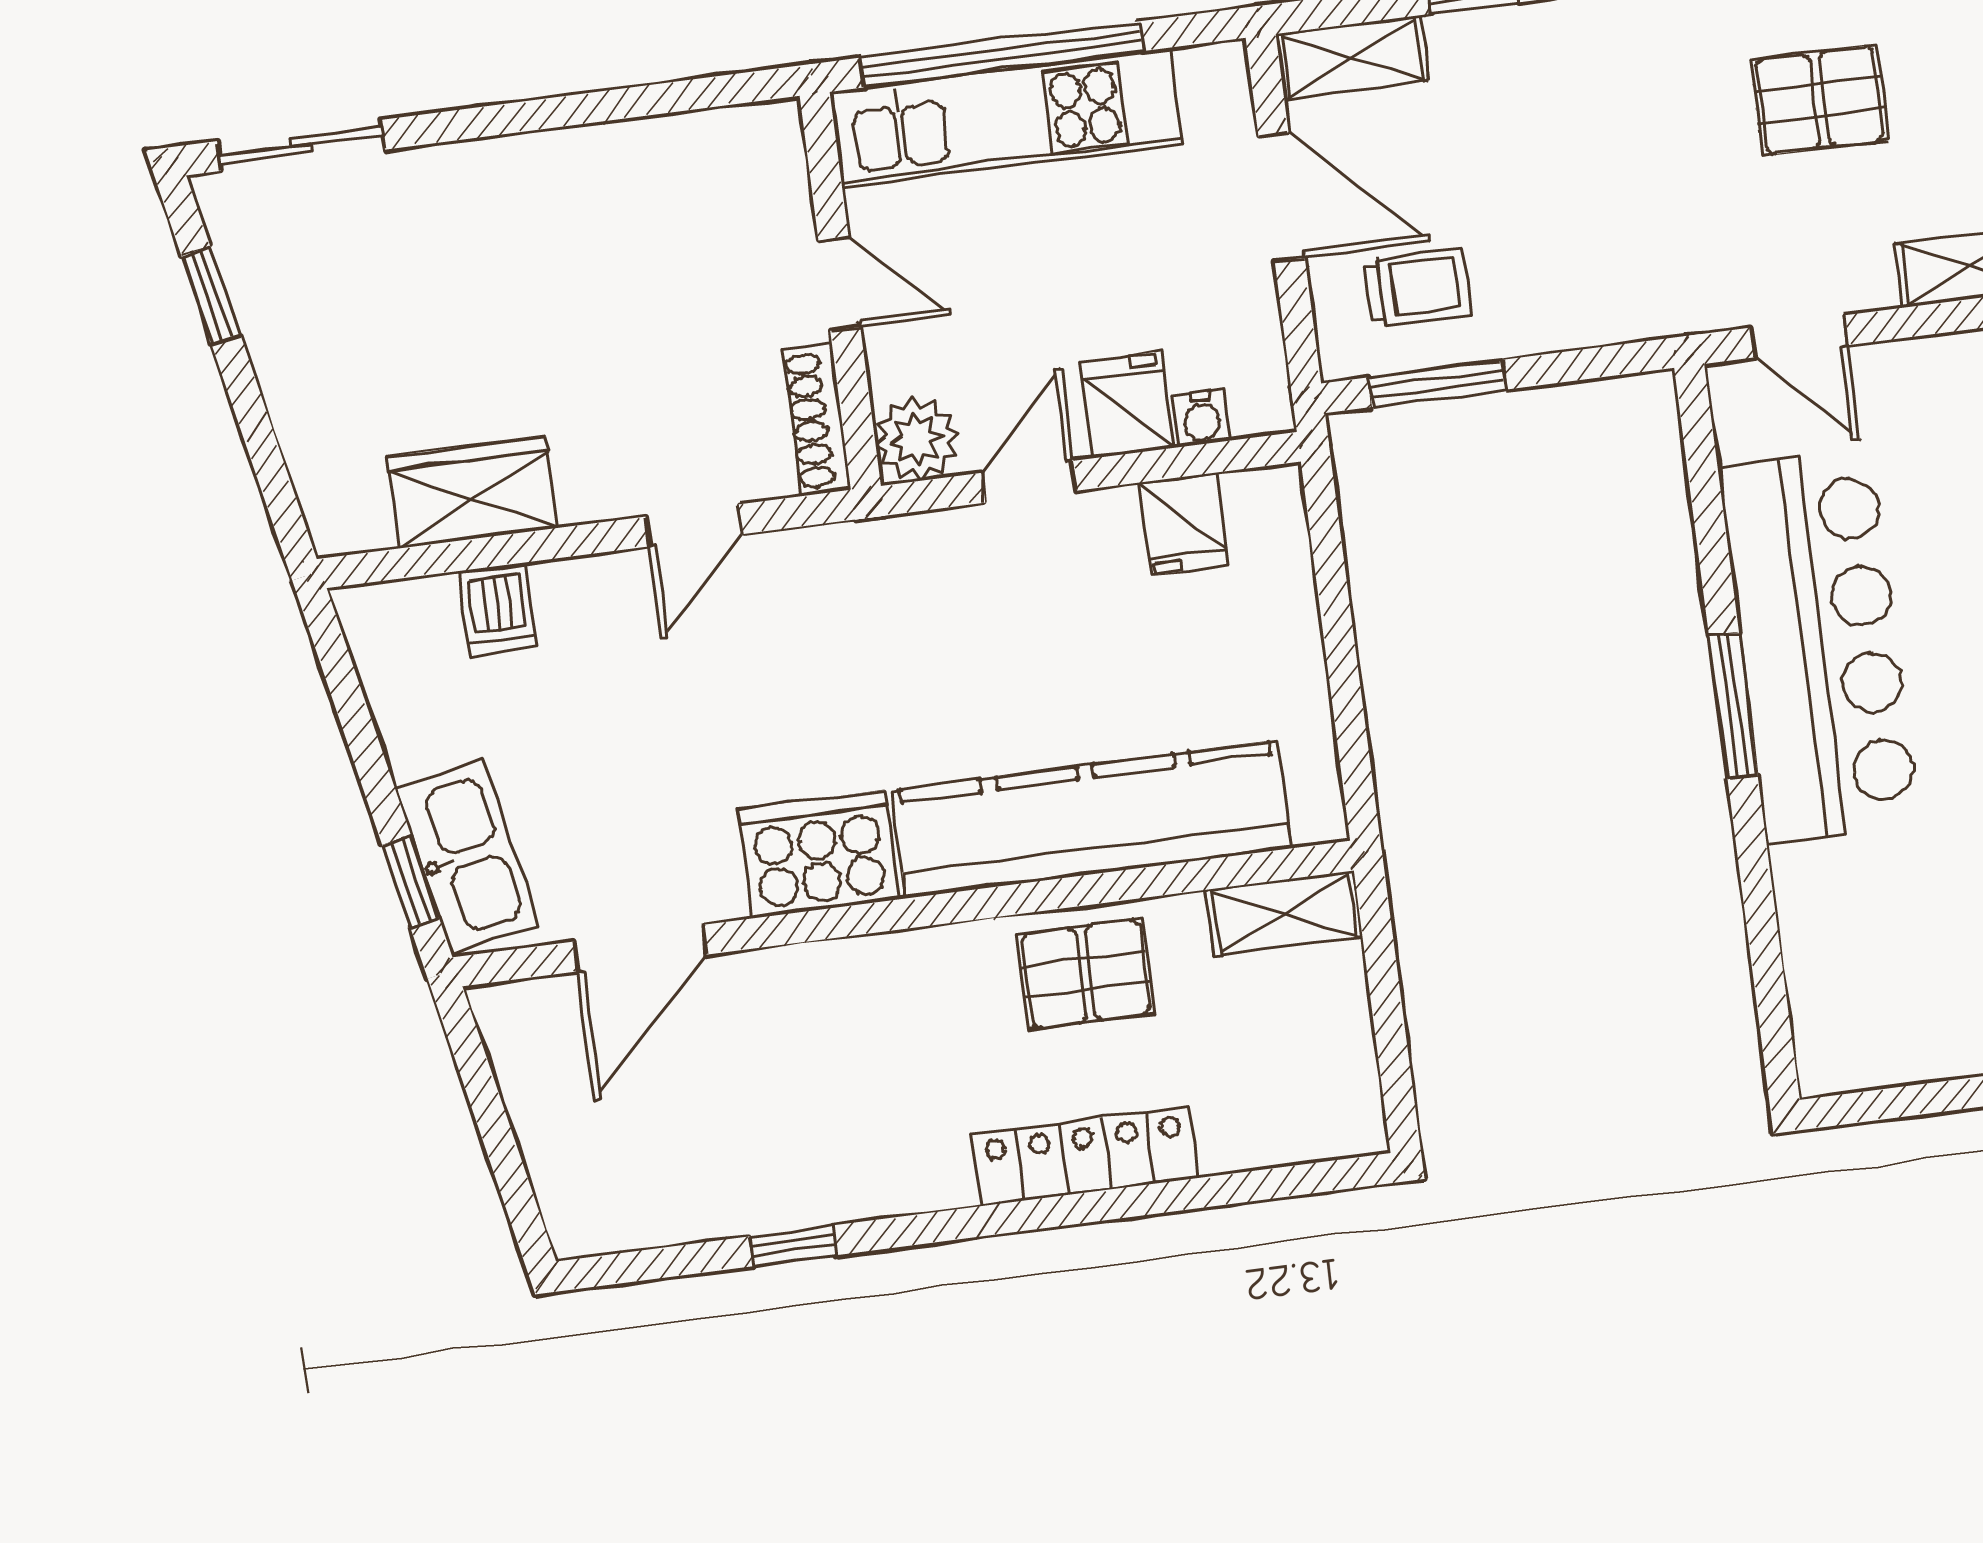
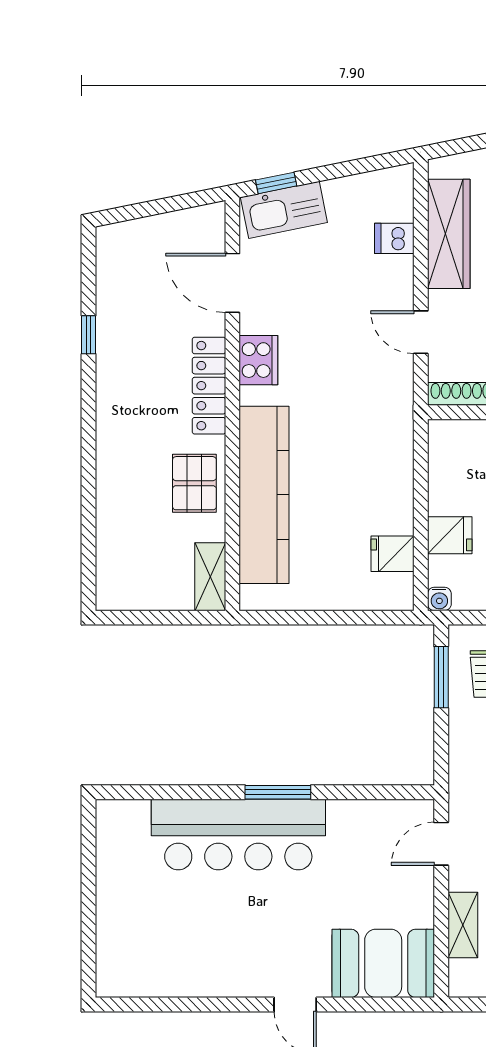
water cooler: (1202, 418) -> (439, 599), moved, turned -90
plant: (917, 439) -> (447, 438), removed
door: (1029, 482) -> (421, 487), removed
wardrobe: (473, 492) -> (449, 234), width x1.50
bar counter: (1819, 645) -> (238, 835), moved
cooker: (819, 854) -> (258, 360), width x0.73, depth x0.76
locker: (1085, 1156) -> (209, 386), moved, turned 180

